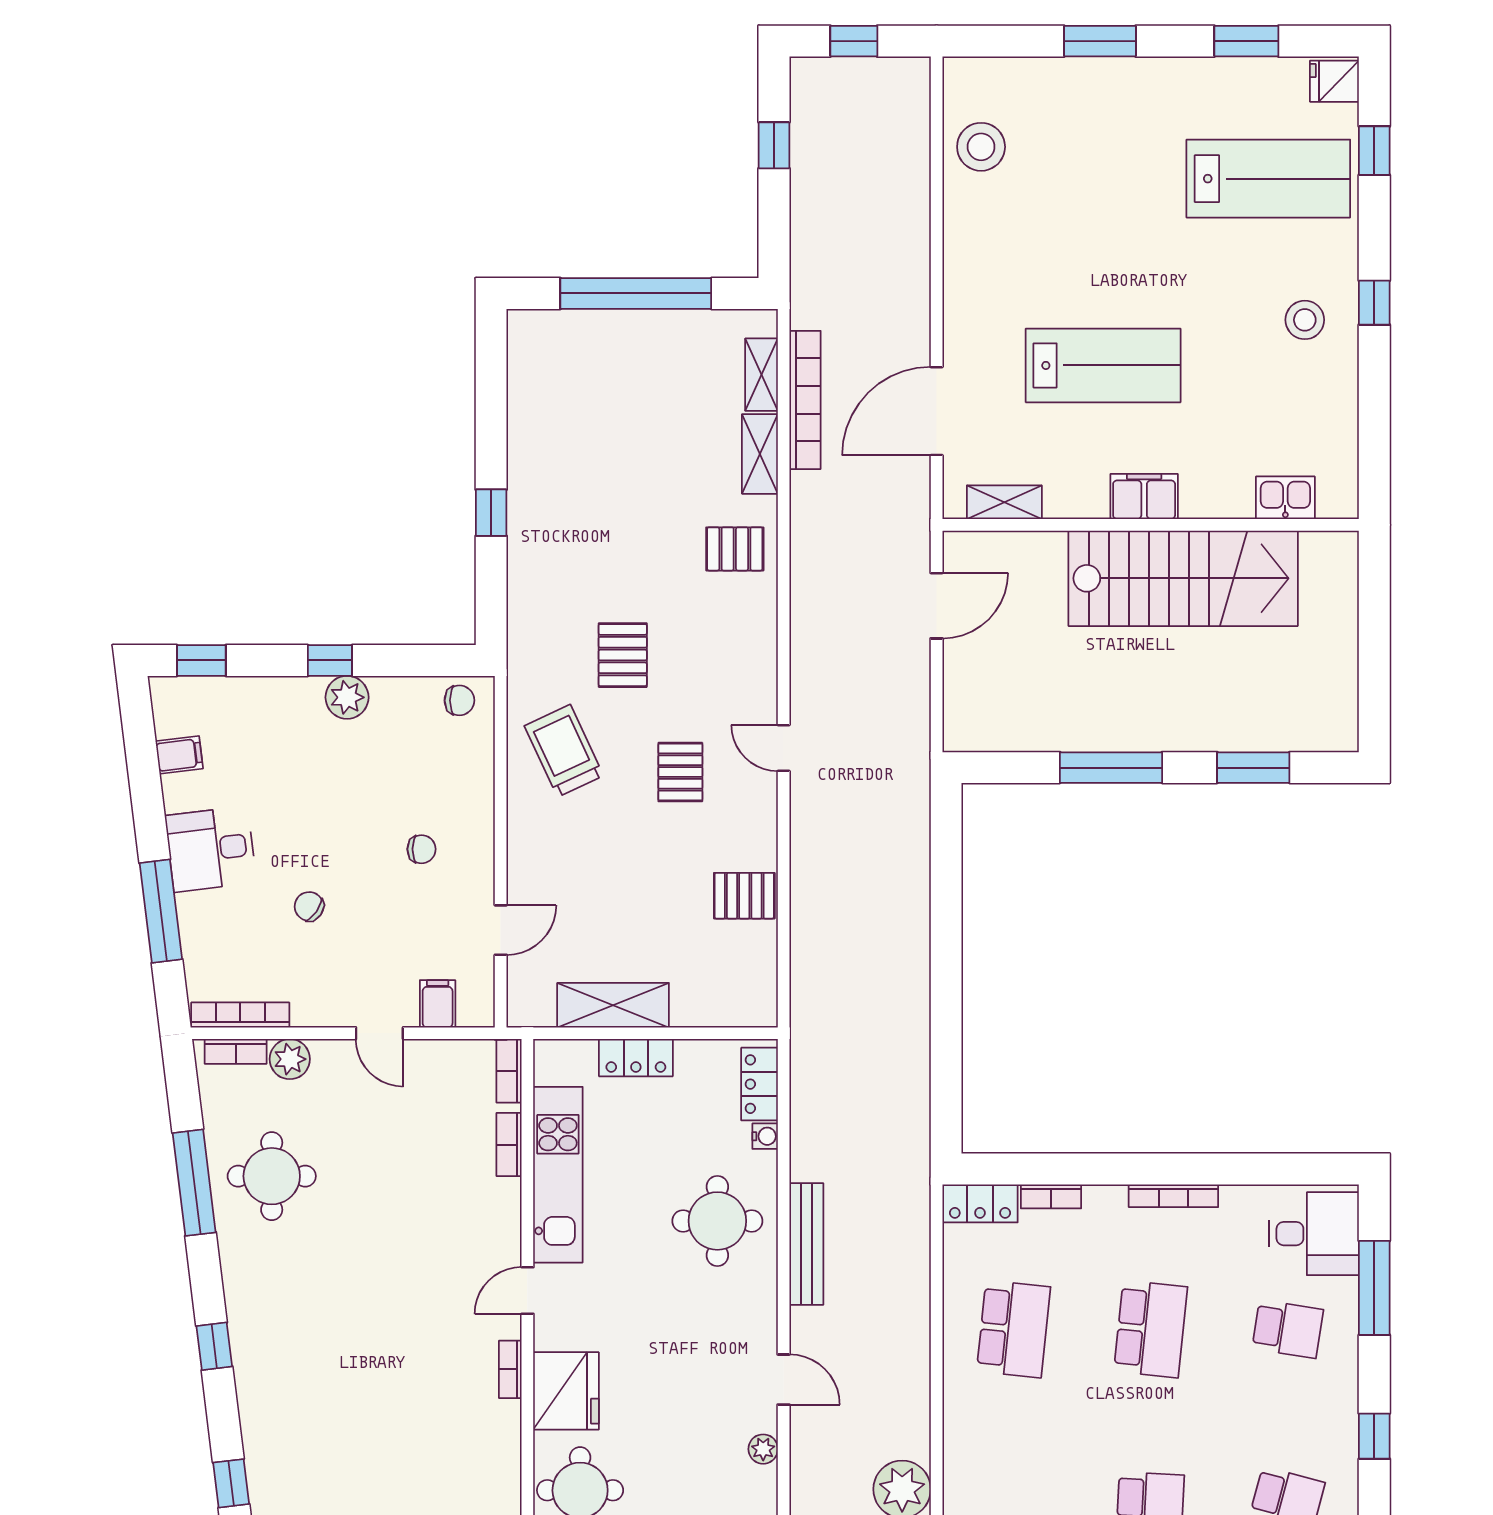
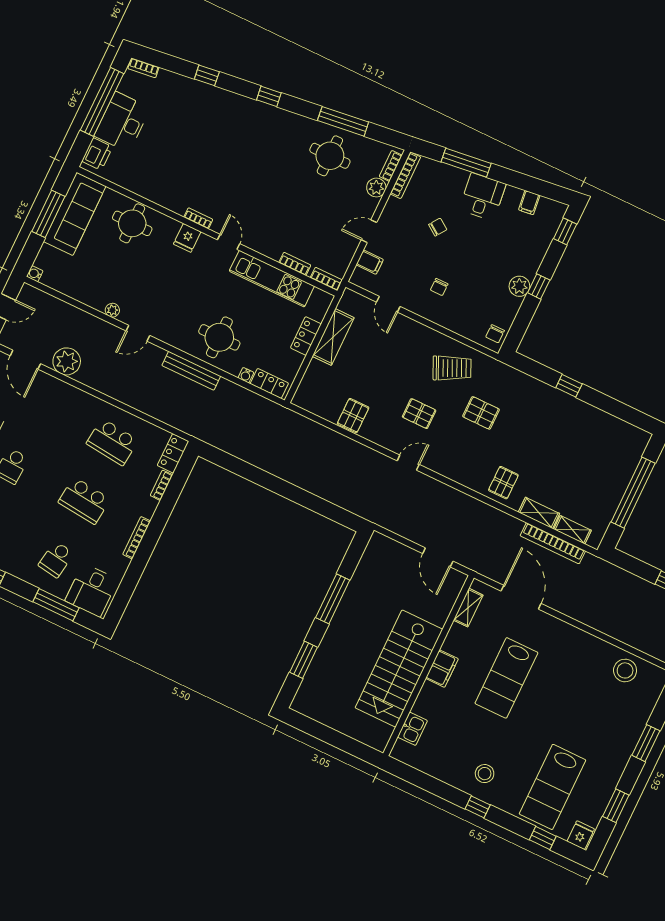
fridge: (566, 1391) -> (187, 238), width x0.53, depth x0.75

